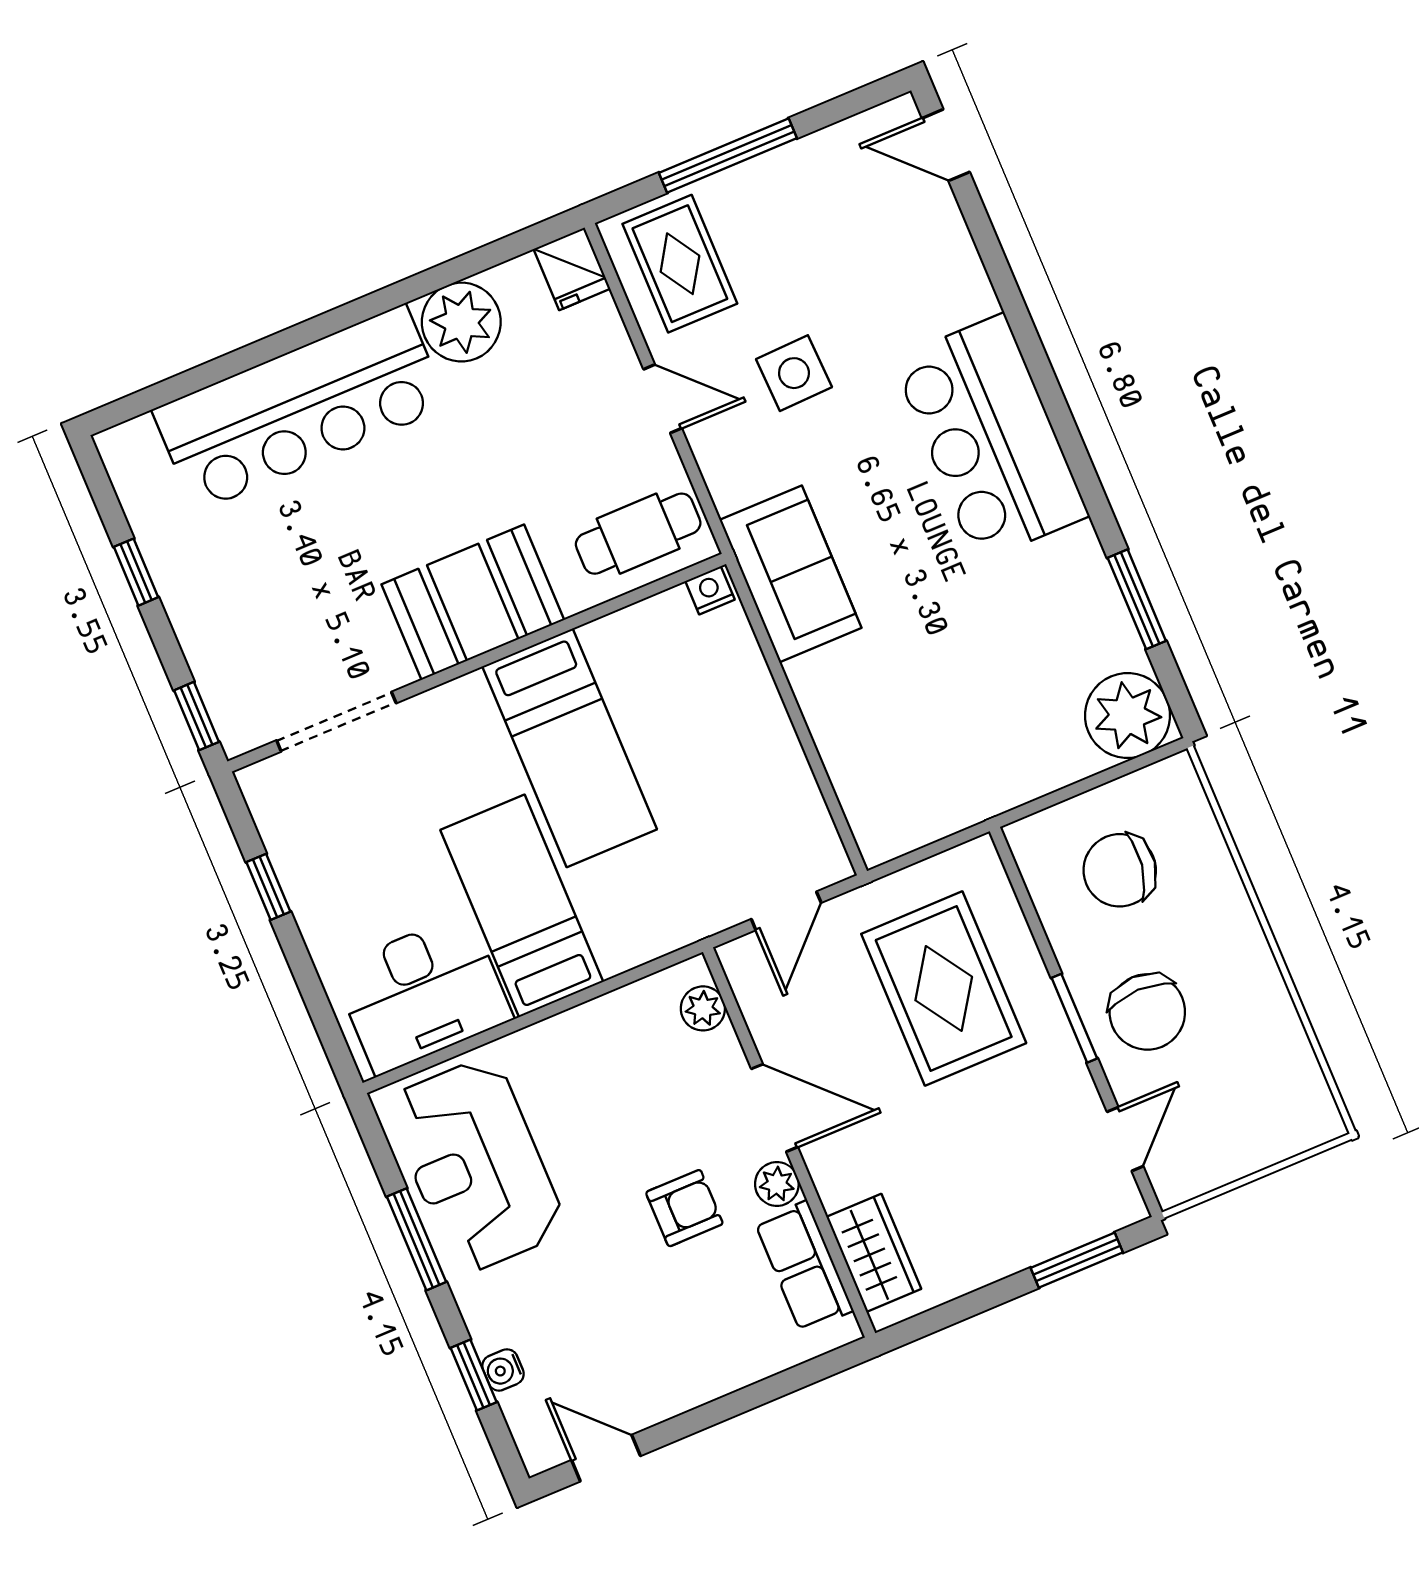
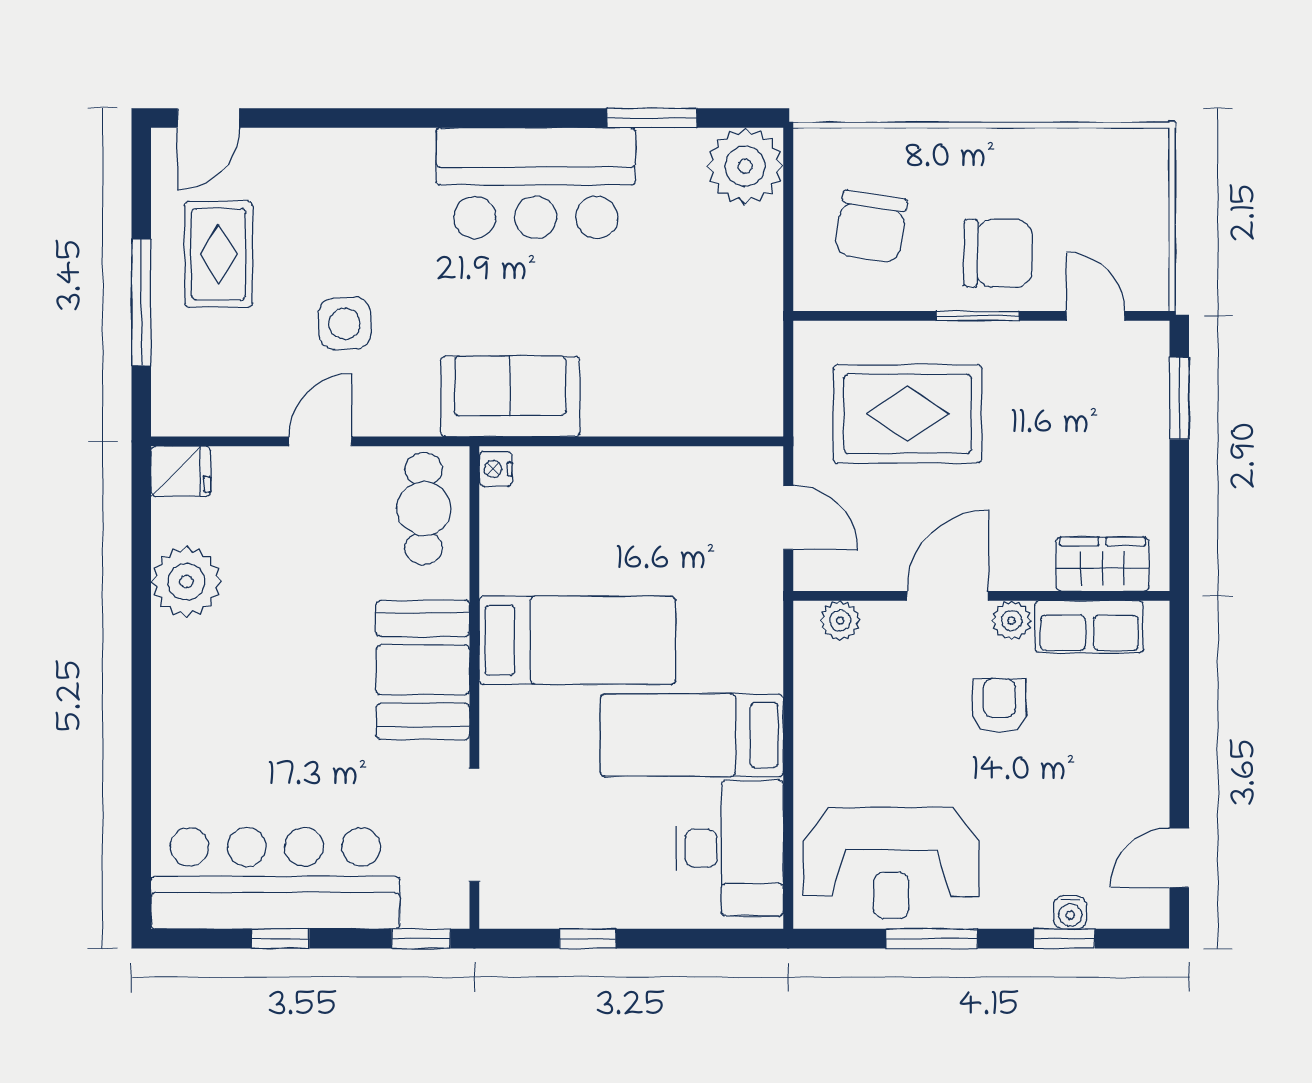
rug: (680, 264) -> (219, 254), moved, turned 90
bar counter: (300, 408) -> (275, 878), moved, turned -90
bar counter: (991, 438) -> (536, 183), moved

